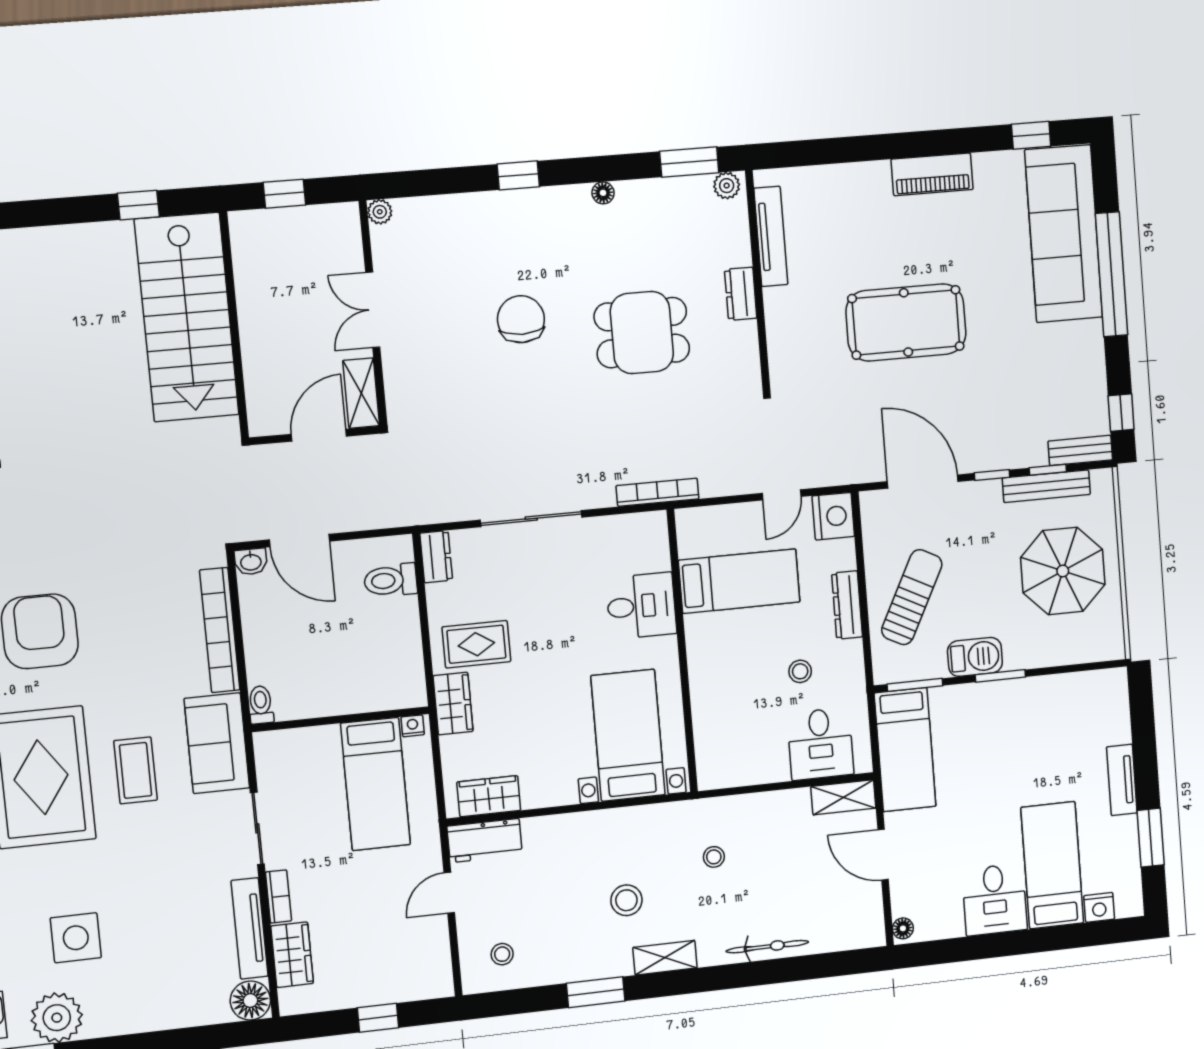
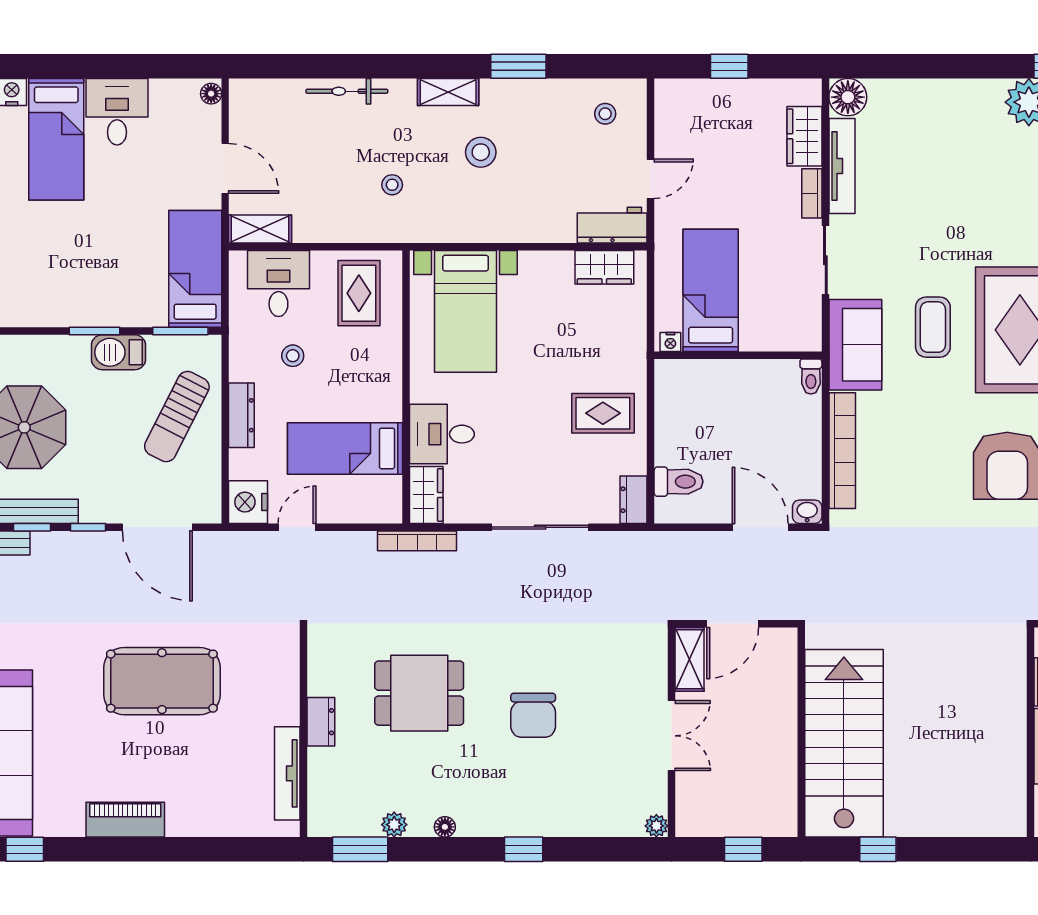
plant: (727, 186) -> (394, 825), moved
wardrobe: (453, 704) -> (426, 495), moved, turned 180
rug: (738, 743) -> (359, 293), added
side table: (76, 938) -> (1004, 176), removed

